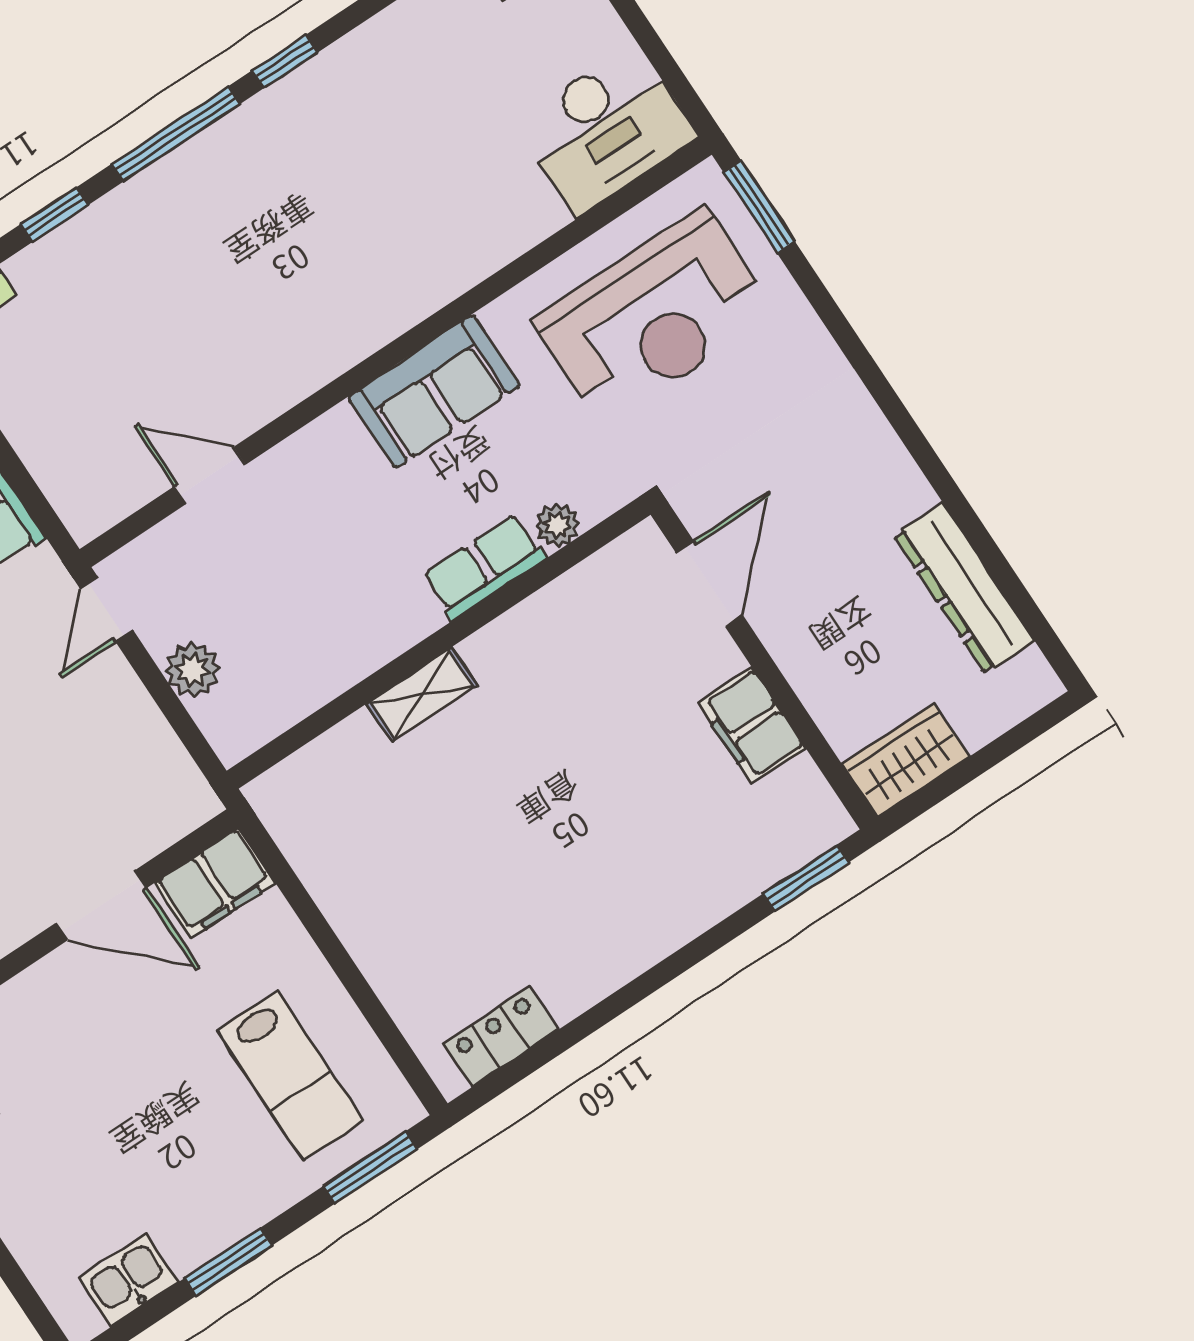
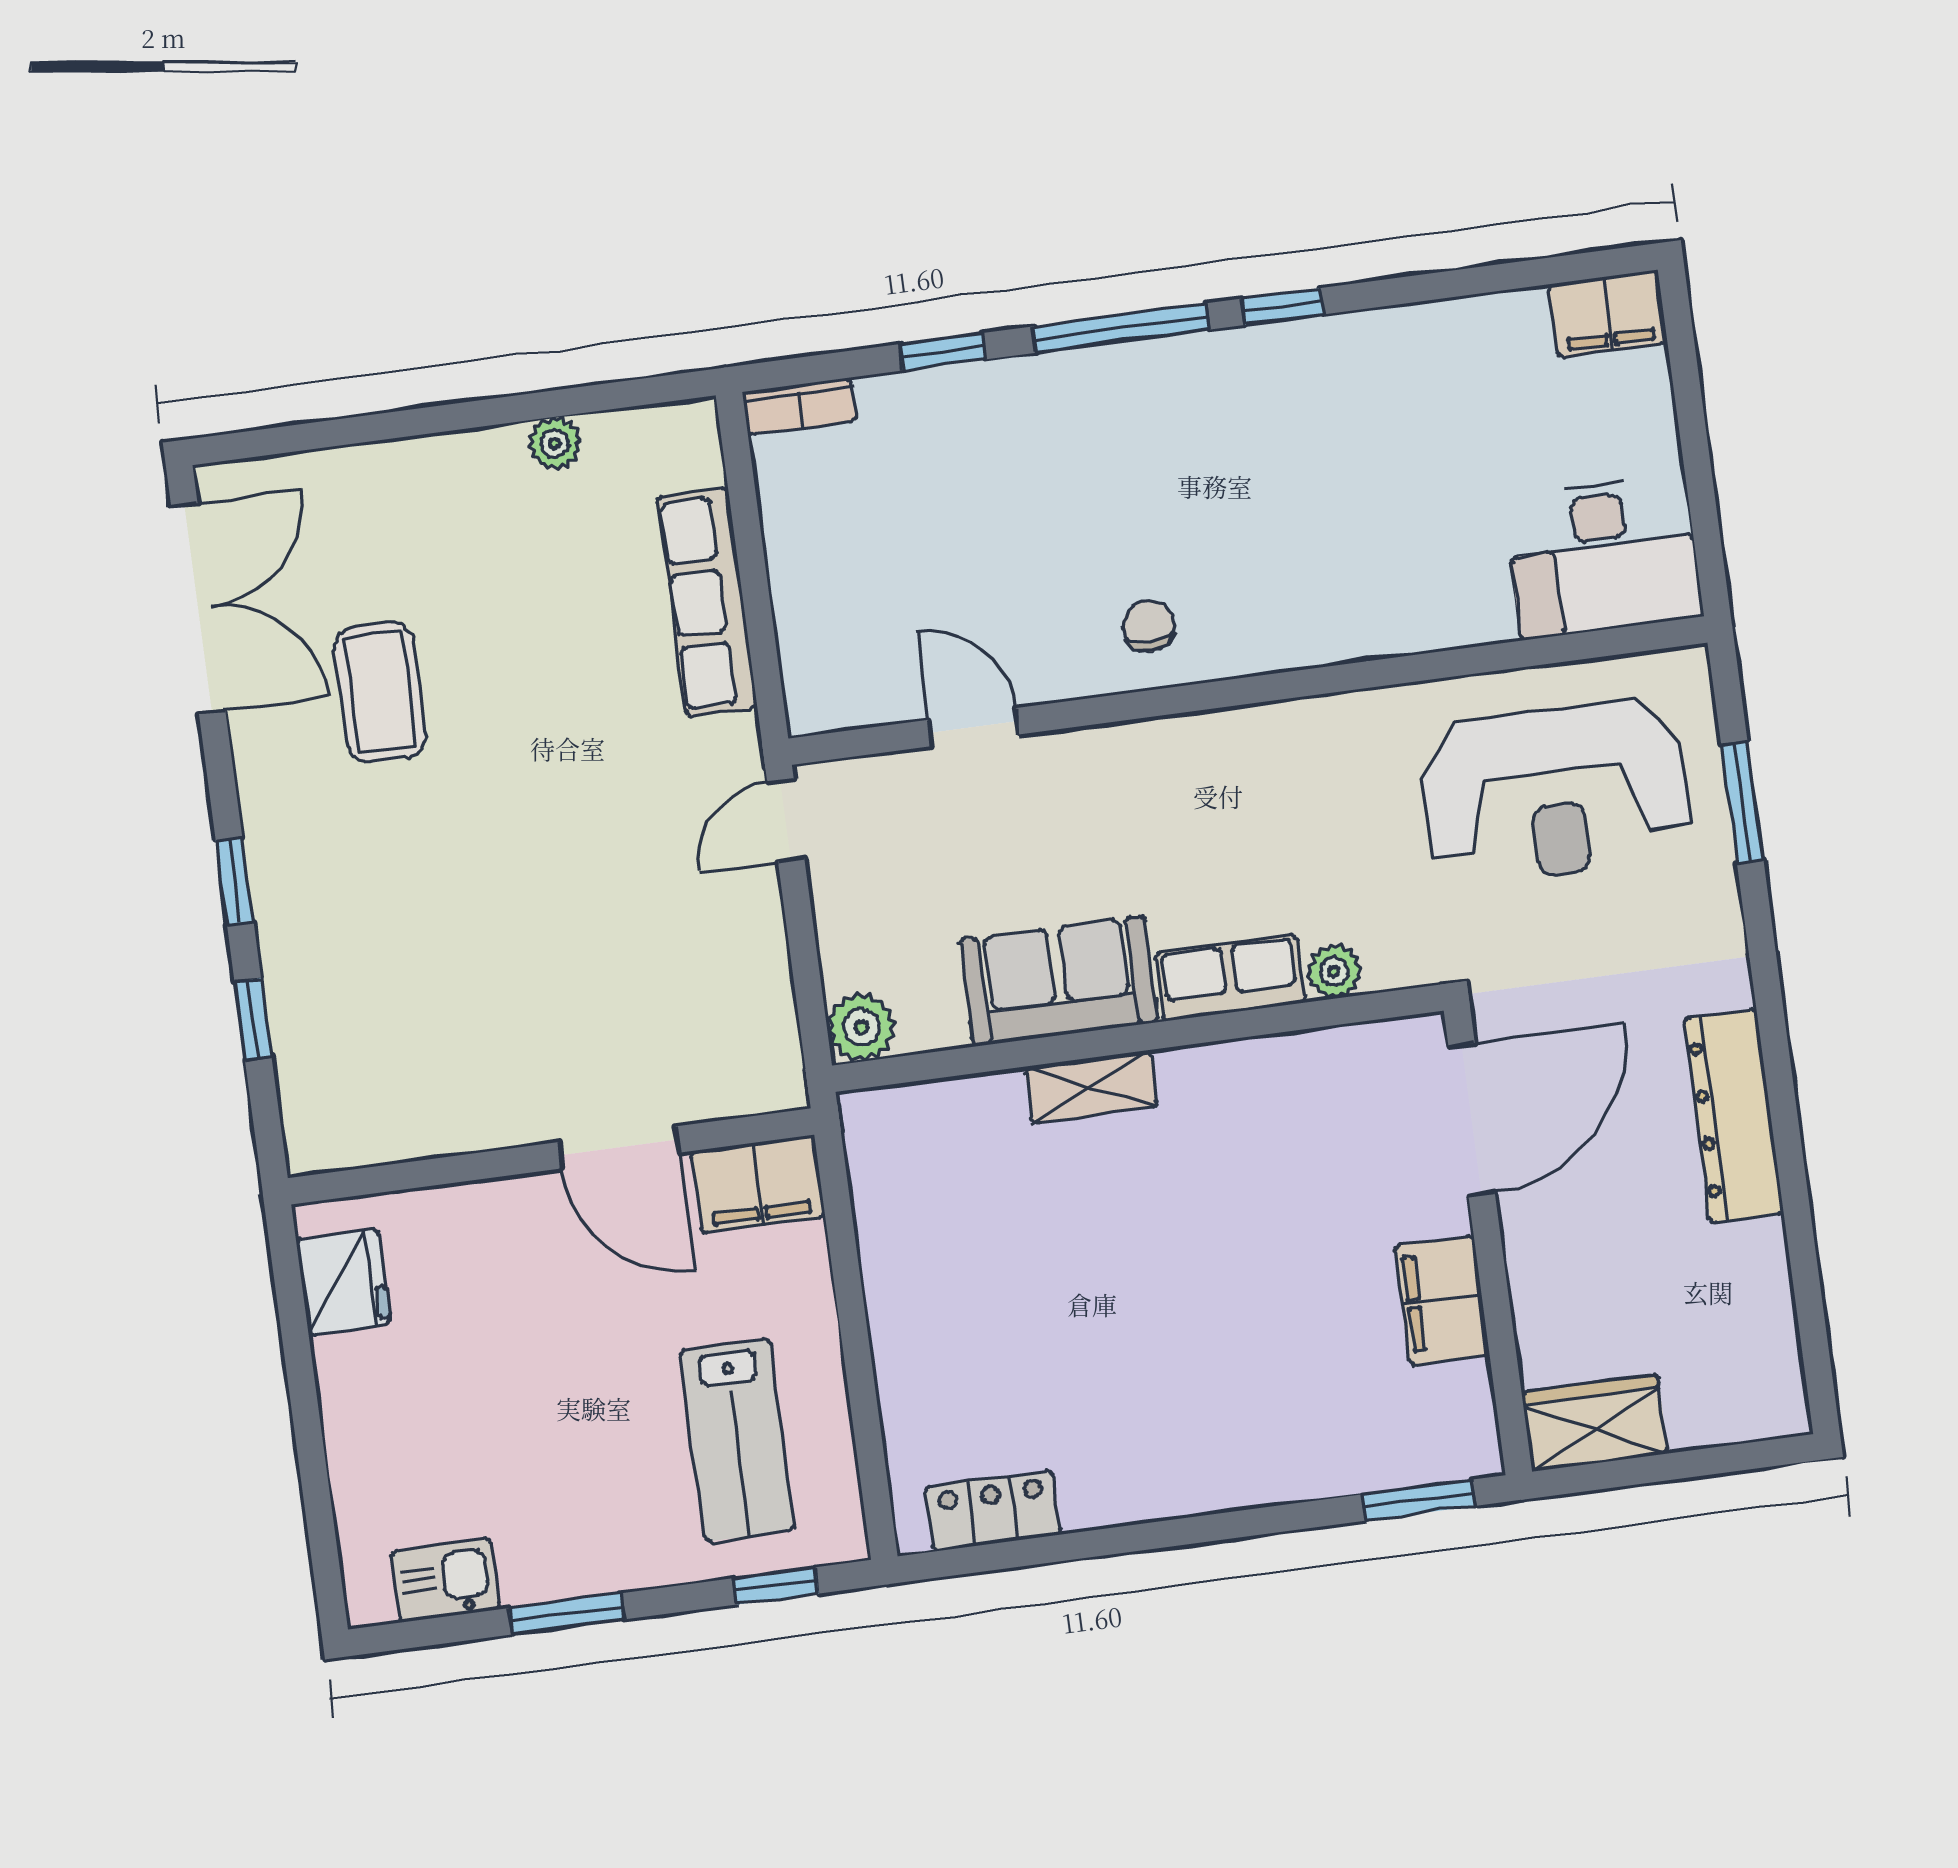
window: (759, 207) -> (1742, 802), moved
chair: (301, 340) -> (1149, 626), added
sofa: (434, 391) -> (1059, 981), moved, turned 180
door: (709, 584) -> (1472, 1120), width x1.36
dresser: (964, 588) -> (1734, 1116), moved
plant: (193, 670) -> (861, 1027), moved
window: (370, 1168) -> (776, 1586), width x0.67

